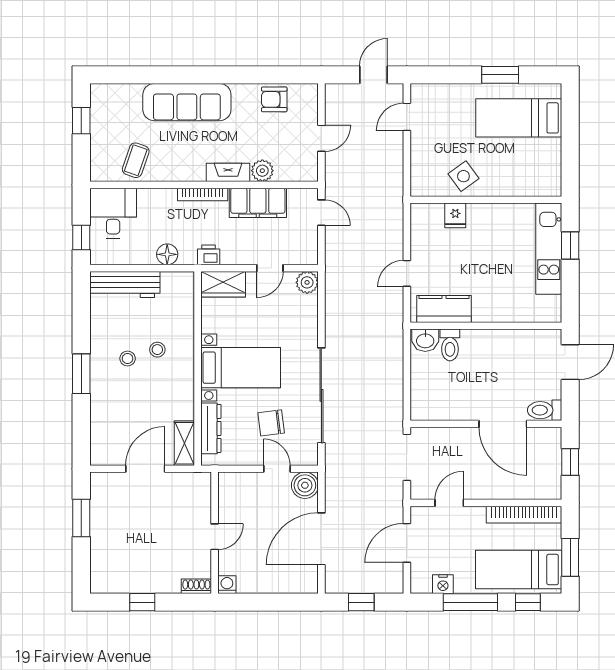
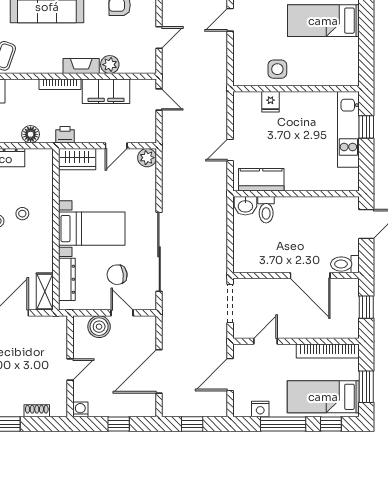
side table: (463, 176) -> (277, 69), turned 36
boiler: (305, 485) -> (99, 327), moved
shoe rack: (196, 586) -> (37, 411), moved
window: (273, 602) -> (119, 424), added

